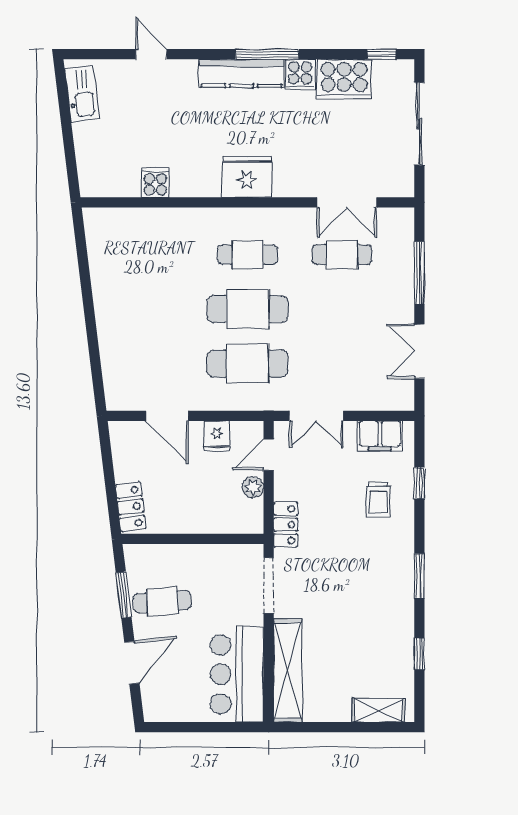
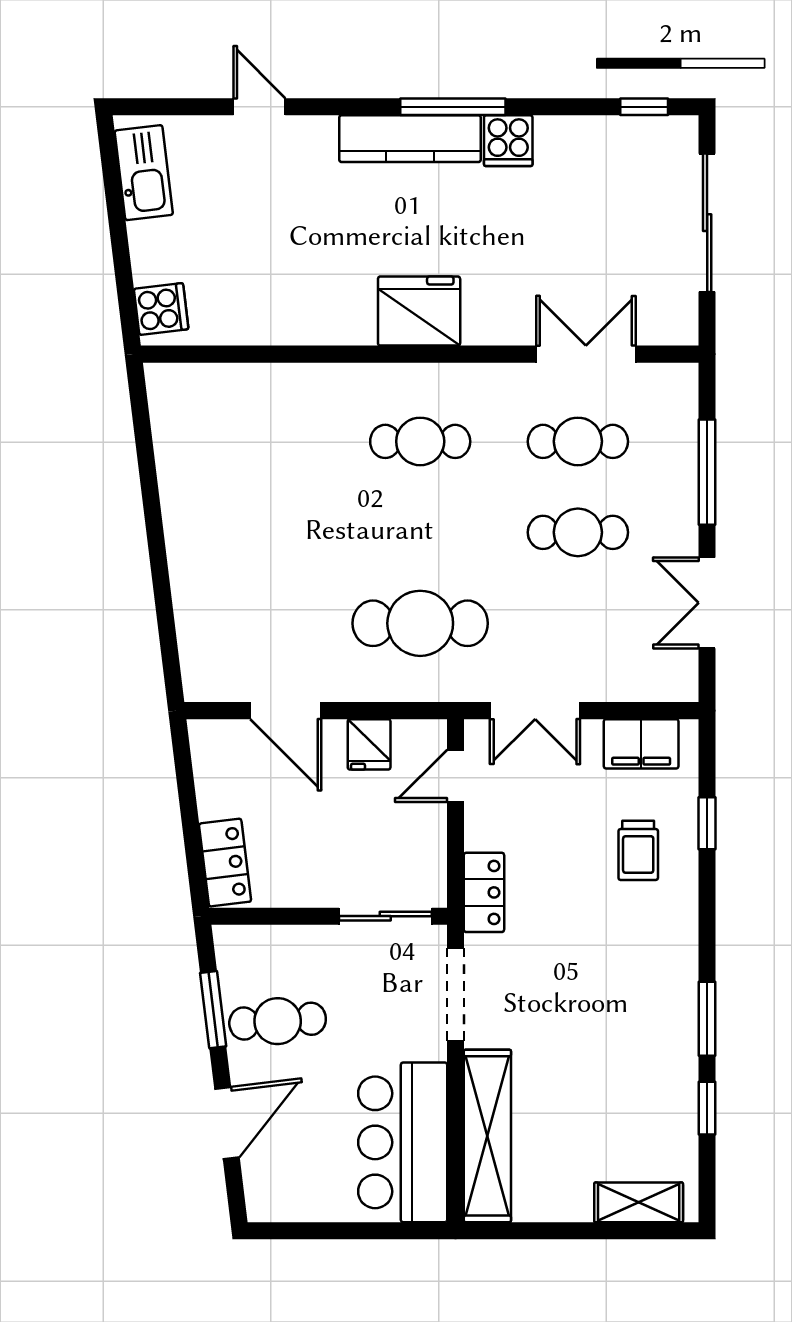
cooker: (344, 79) -> (581, 149), removed
cooker: (155, 183) -> (161, 309), moved, turned 83
double door: (347, 202) -> (586, 354), swing flipped
cafe table: (248, 309) -> (578, 532), moved, width x0.73, depth x0.74
plant: (253, 487) -> (429, 830), removed
sliding door: (227, 539) -> (385, 916), added
window: (419, 576) -> (707, 1019), moved

